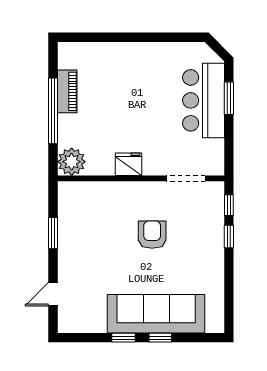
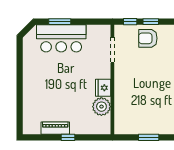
window: (53, 111) -> (68, 137), width x0.32
plant: (72, 162) -> (101, 107), moved
armchair: (152, 235) -> (148, 38), moved

